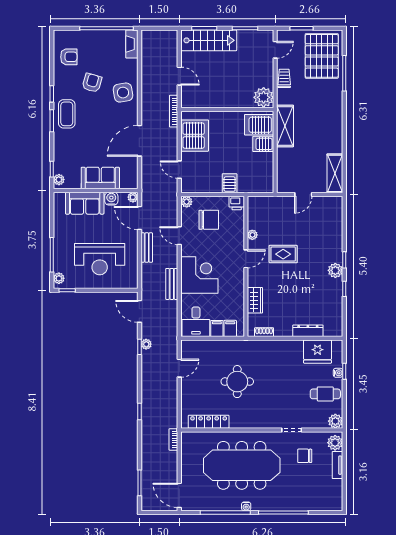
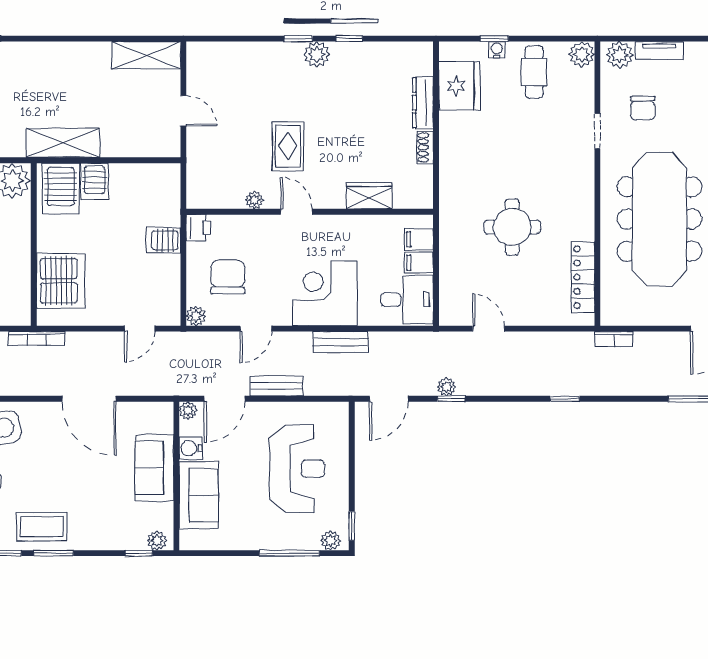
server rack: (195, 136) -> (61, 281), moved, turned 90
shoe rack: (264, 332) -> (425, 147), moved

